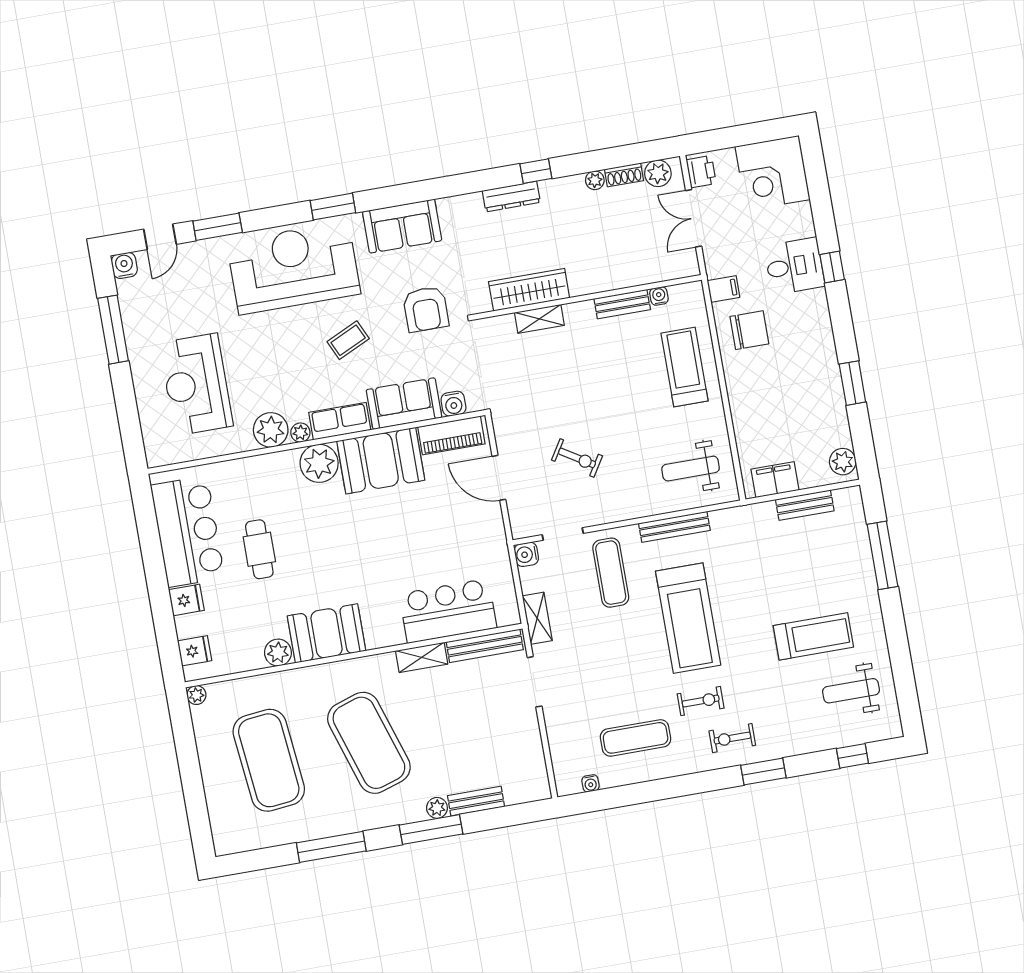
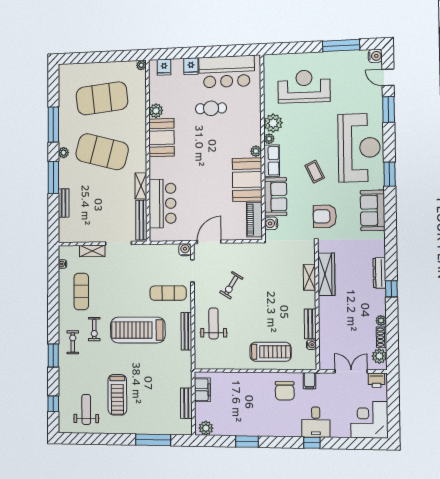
plant: (319, 463) -> (256, 151), width x0.53, depth x0.53
weight bench: (691, 469) -> (214, 323), moved
door: (499, 478) -> (209, 242), moved
shelving: (537, 618) -> (92, 251), moved
exercise mat: (369, 743) -> (102, 152), turned 33
plant: (437, 808) -> (64, 153), moved

